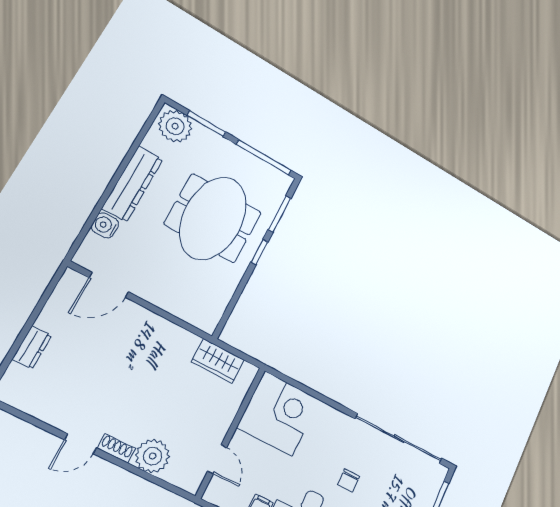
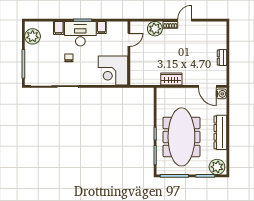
meeting table: (213, 218) -> (181, 137), width x1.36
water cooler: (105, 225) -> (222, 94), moved
door: (109, 285) -> (207, 86), swing flipped
dresser: (32, 347) -> (222, 58), moved
wardrobe: (218, 361) -> (171, 79), moved
door: (217, 459) -> (129, 40), swing flipped

